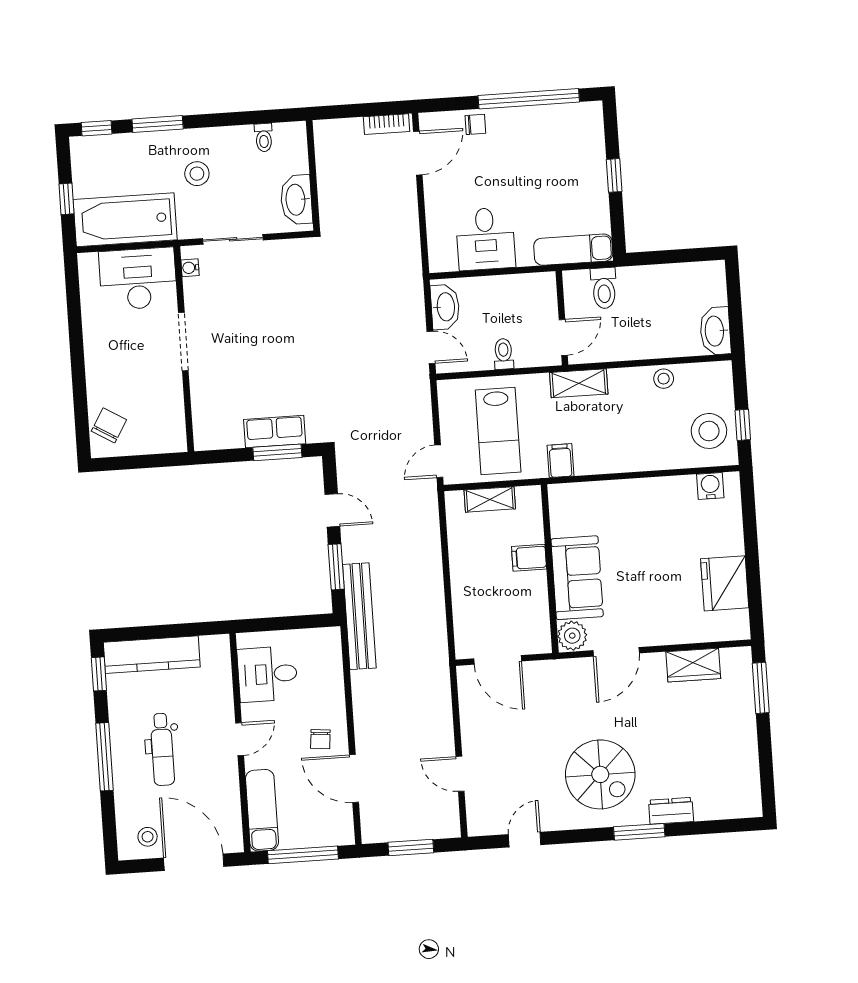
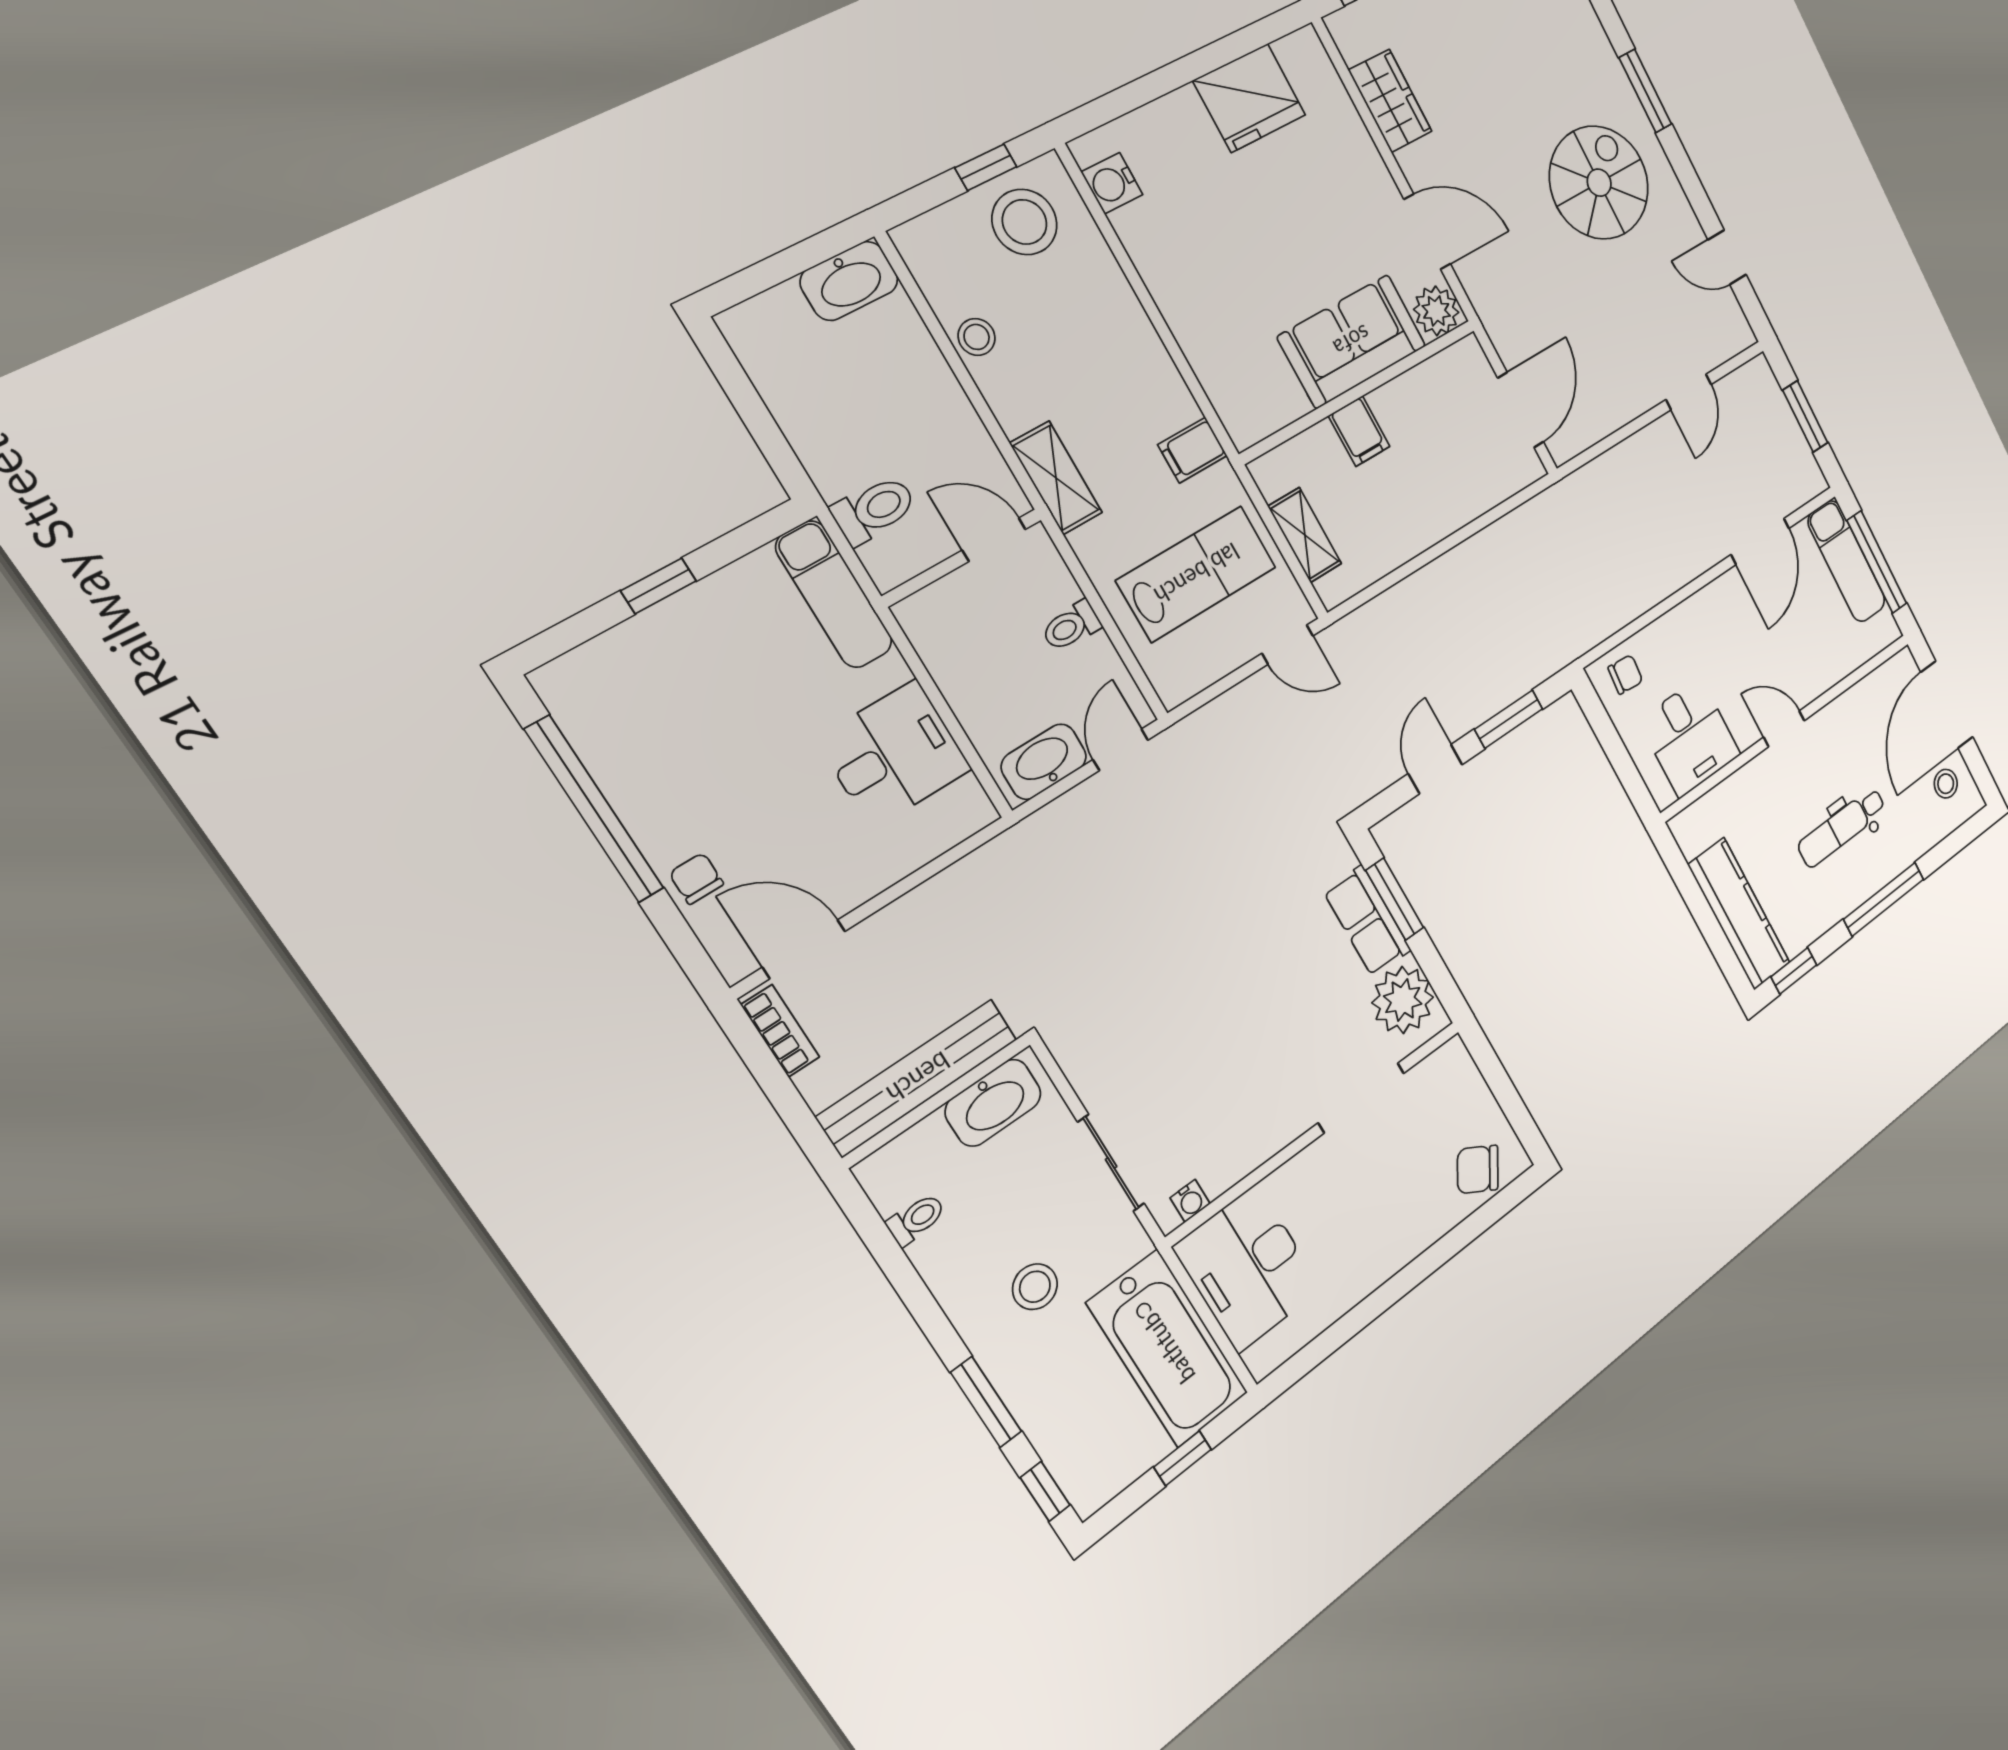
doorway: (183, 342) -> (1361, 1098), moved
plant: (223, 430) -> (1403, 1000), added
bench: (359, 616) -> (918, 1078), moved
chair: (320, 739) -> (1625, 674), moved
dental chair: (162, 749) -> (1842, 827), turned 180
exam couch: (262, 810) -> (1847, 561), moved, turned -90
dresser: (671, 811) -> (1598, 54), removed

